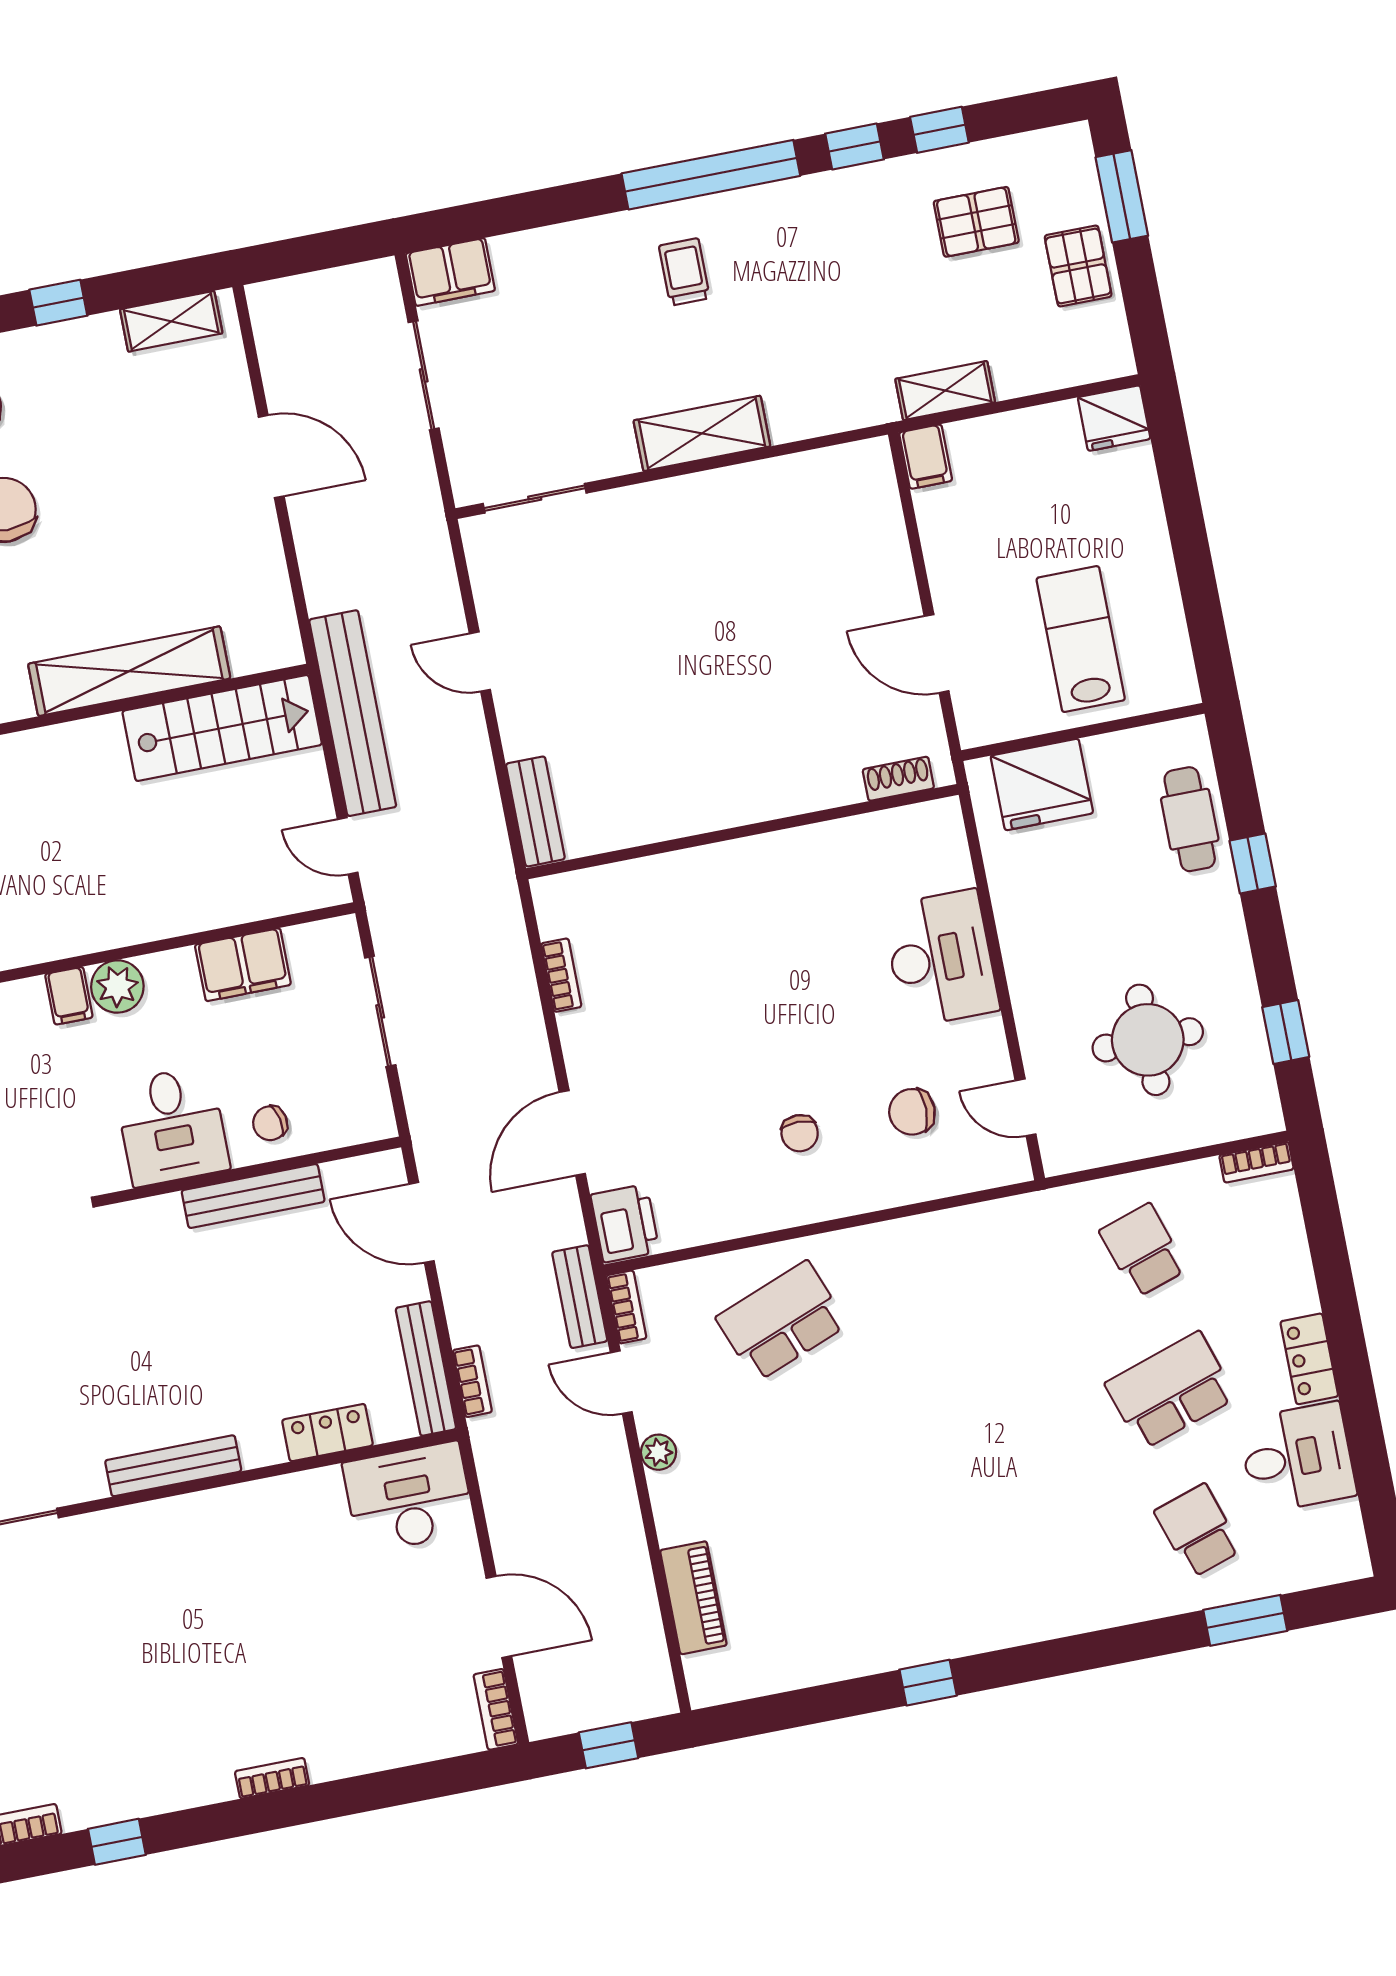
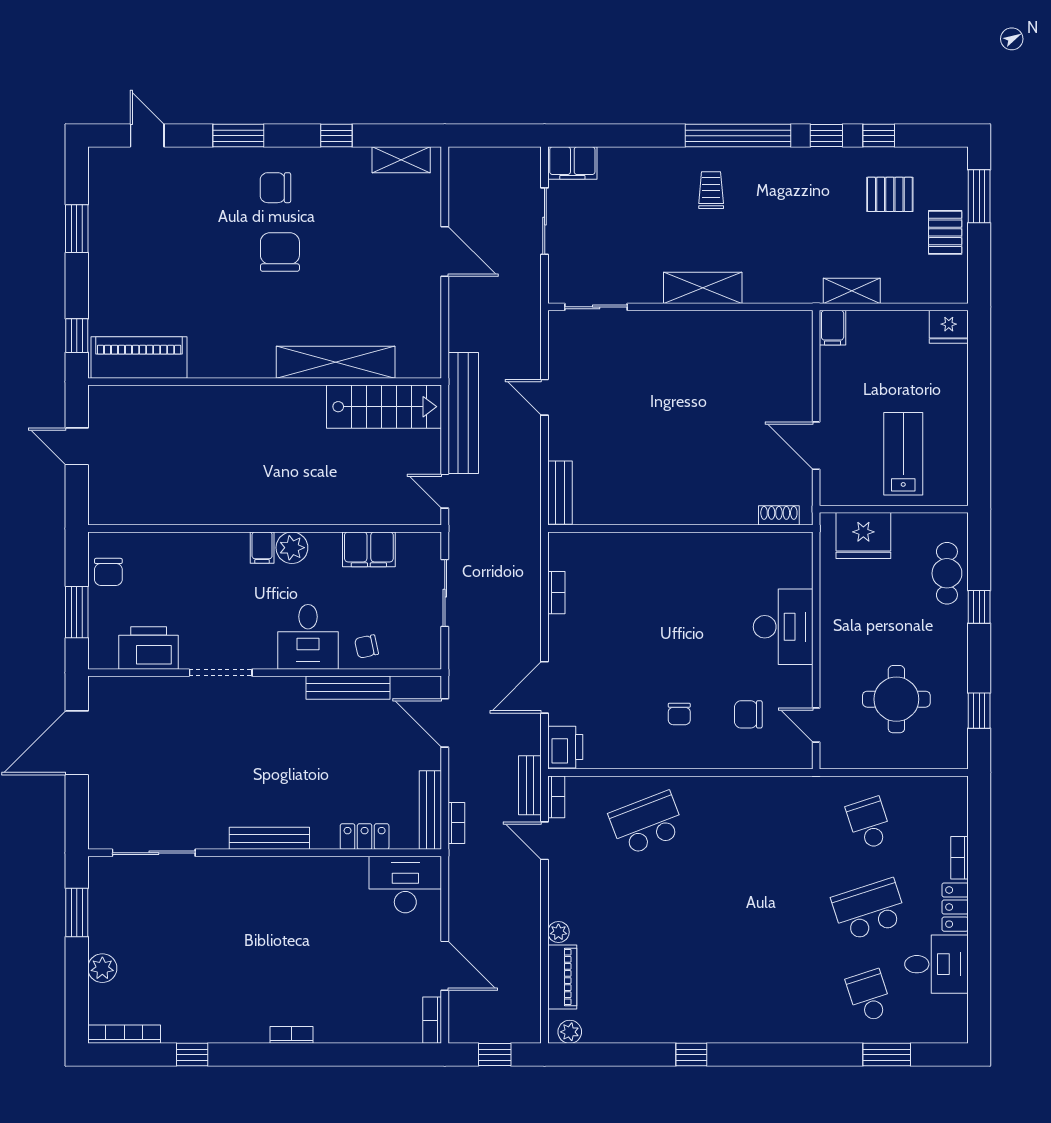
bookcase: (1256, 1162) -> (959, 858), moved, turned 90
plant: (659, 1452) -> (558, 932), moved
plant: (723, 1684) -> (570, 1032), added

